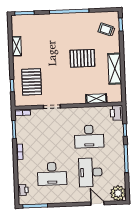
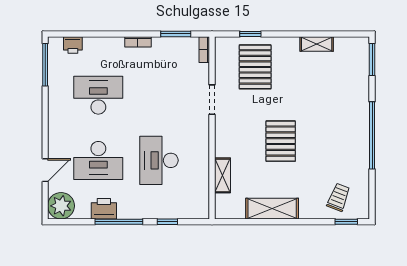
pallet: (82, 58) -> (281, 141), moved
pallet: (32, 82) -> (255, 67), turned 90
printer: (117, 113) -> (104, 209), moved
desk: (90, 172) -> (98, 160), turned 180
desk: (52, 174) -> (98, 95), turned 90

